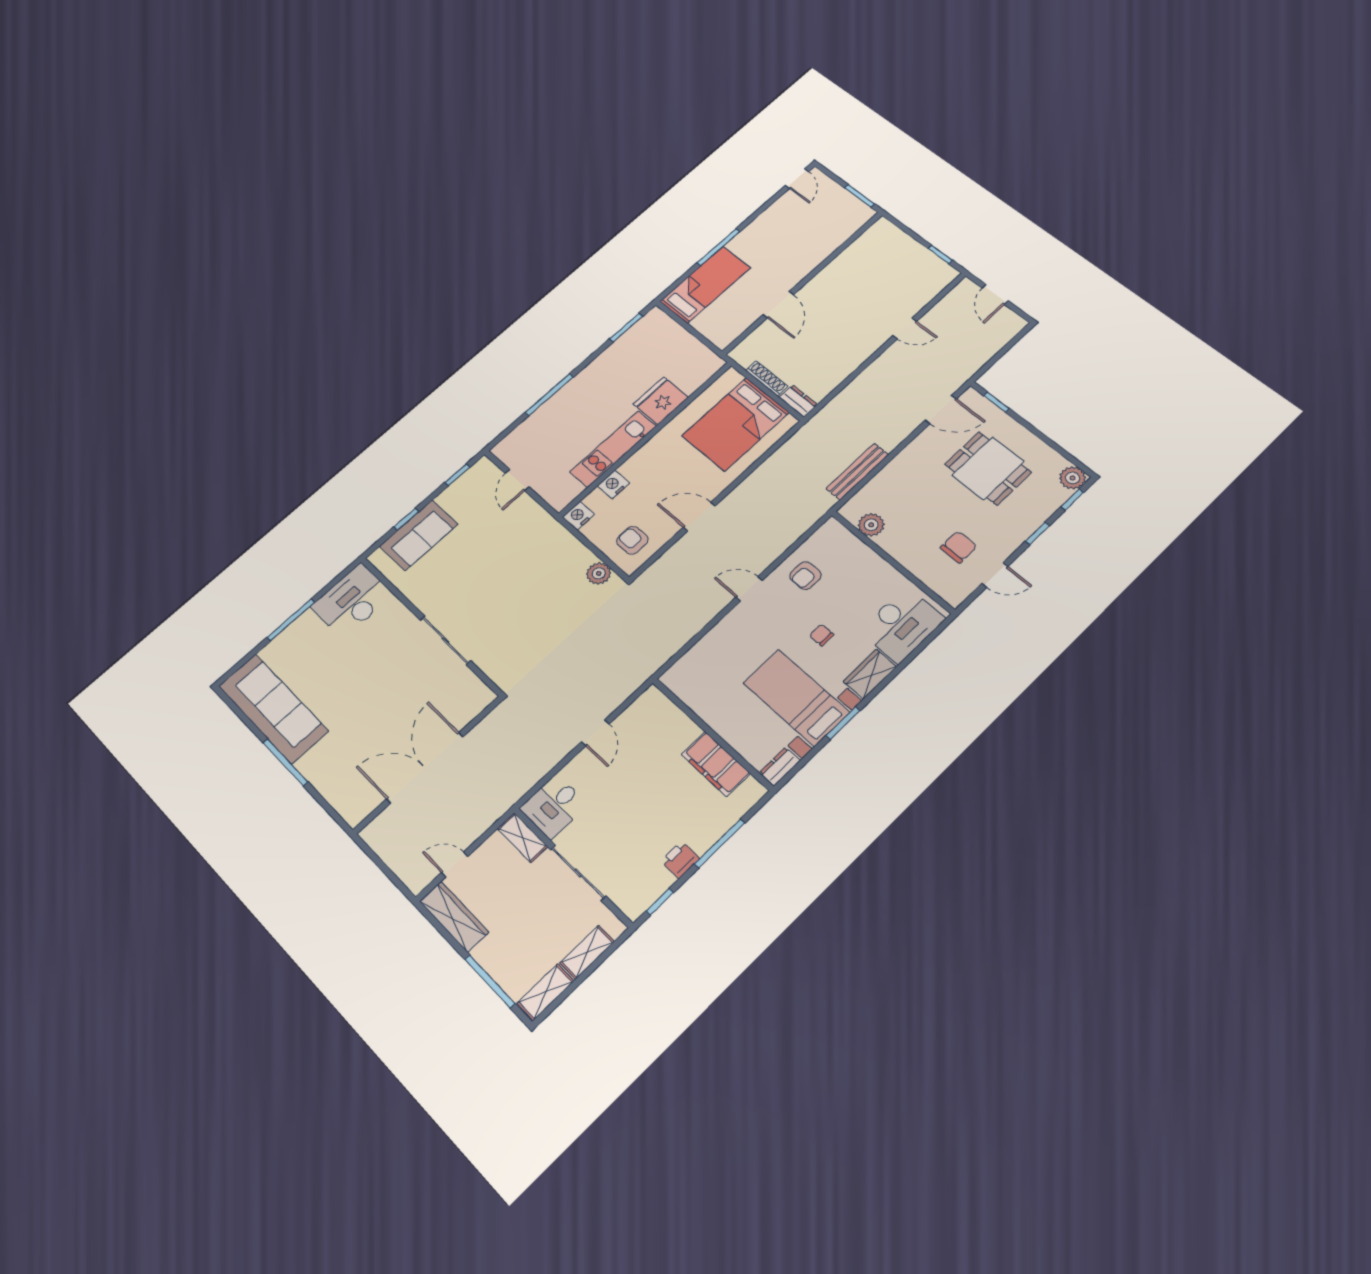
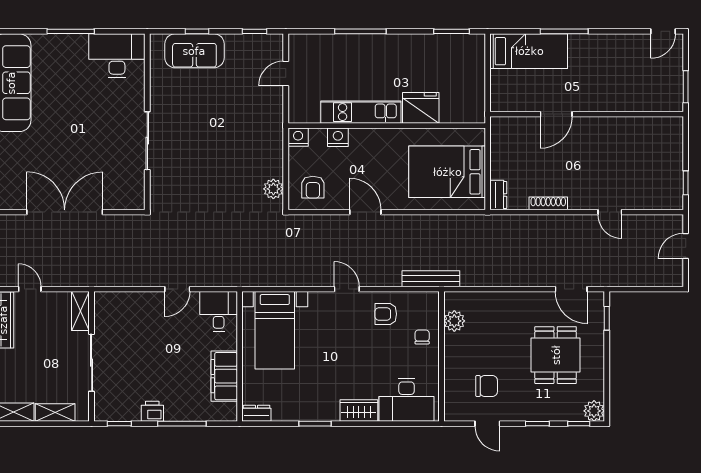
shoe rack: (767, 378) -> (548, 203), moved, turned -90
bench: (857, 472) -> (431, 279), moved
armchair: (632, 540) -> (313, 187), turned 180
chair: (822, 635) -> (422, 337), moved
bed with nightstands: (796, 697) -> (275, 330), moved, turned 180
desk: (554, 806) -> (219, 311), moved, turned 90

